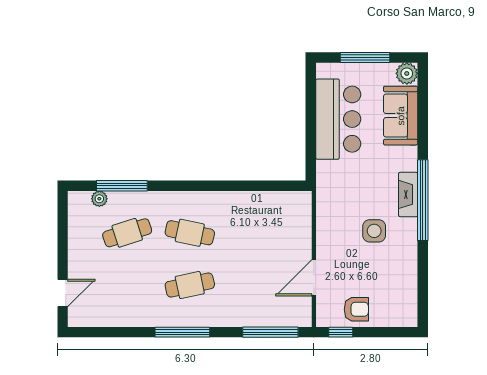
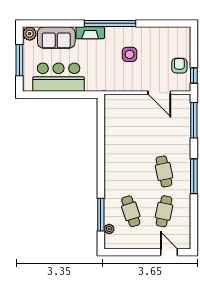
fireplace: (408, 194) -> (90, 33), moved
cafe table: (190, 233) -> (164, 211), moved

